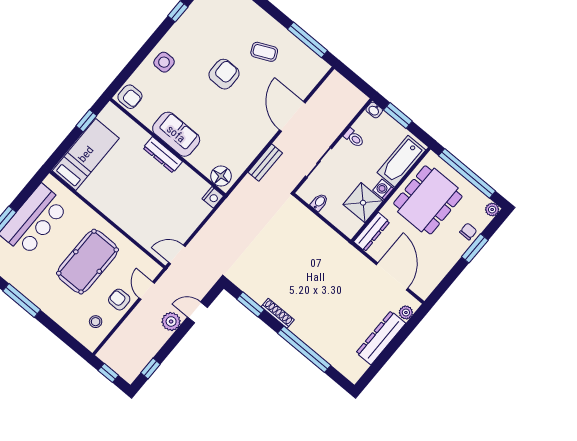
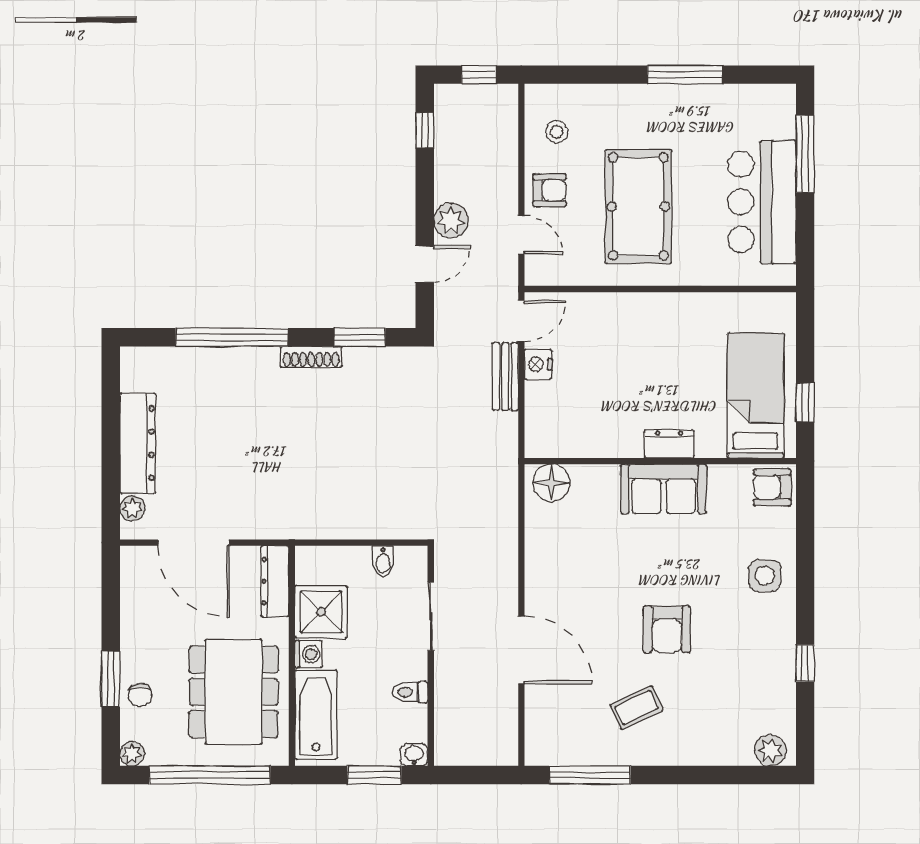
bed: (86, 154) -> (756, 396), moved, turned 180
dresser: (163, 155) -> (669, 444), width x0.70
bench: (265, 163) -> (505, 376), moved
nightstand: (213, 197) -> (538, 364), moved

